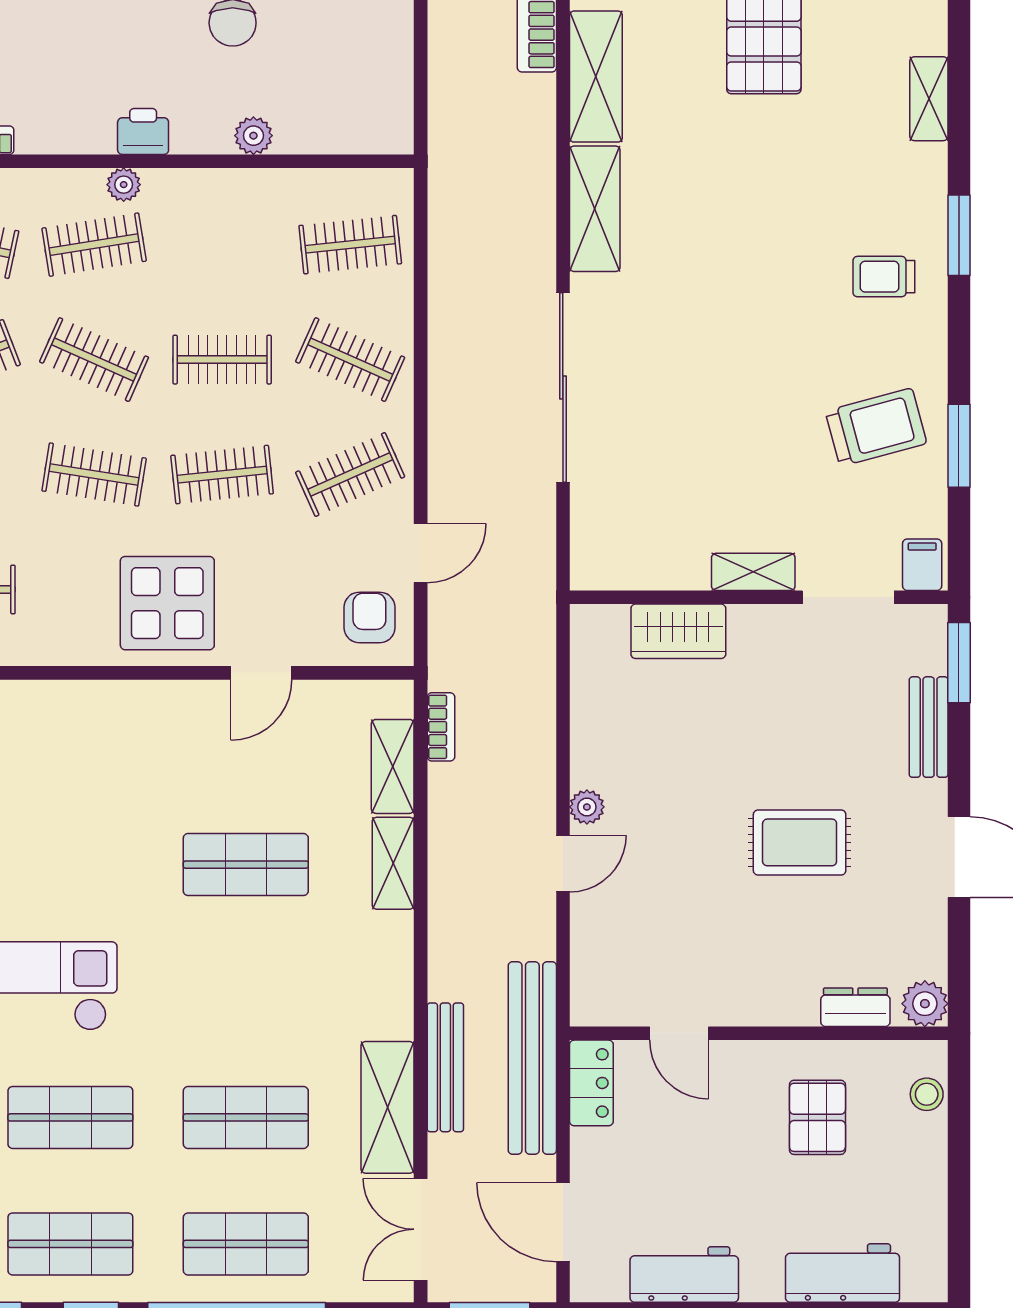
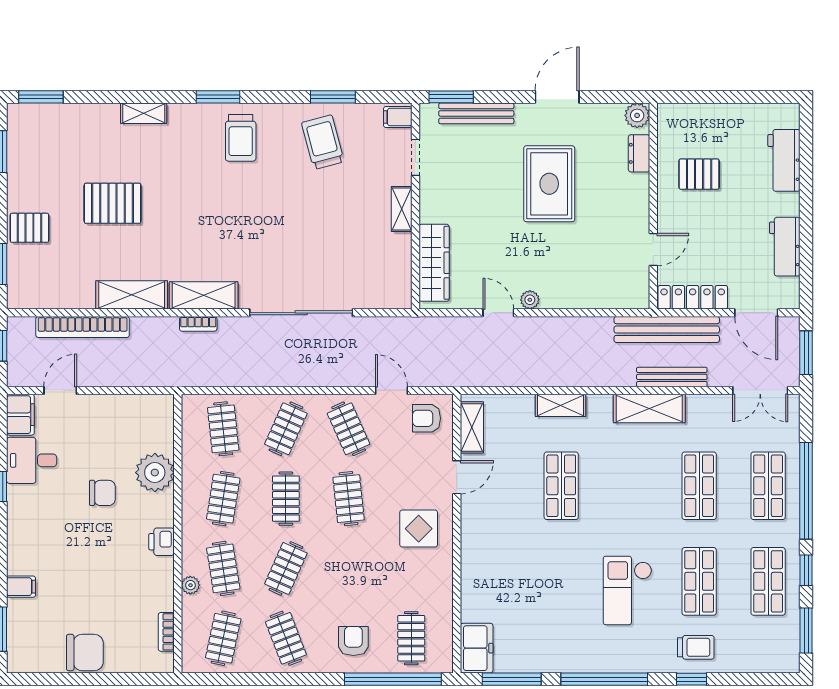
plant: (253, 136) -> (155, 473), width x1.87, depth x1.87
plant: (124, 185) -> (190, 585), moved
trolley: (884, 277) -> (241, 138), width x1.36, depth x1.39
clothes rail: (94, 475) -> (223, 499), moved
doorway: (848, 597) -> (415, 157), width x0.73
display table: (167, 603) -> (419, 529), width x0.73, depth x0.73
wardrobe: (678, 631) -> (434, 263), width x1.50
door: (261, 673) -> (457, 477), hinge flipped
bookcase: (441, 727) -> (198, 324), moved, turned 180
bench: (929, 727) -> (476, 113), width x1.36
shelving: (393, 766) -> (472, 427), moved, turned 90
rug: (800, 842) -> (549, 184), width x1.36, depth x1.43
door: (563, 864) -> (498, 313), moved
locker: (591, 1083) -> (693, 297), width x1.53
stool: (927, 1094) -> (686, 114), removed
shelving: (388, 1107) -> (649, 408), moved
door: (563, 1222) -> (756, 313), hinge flipped

